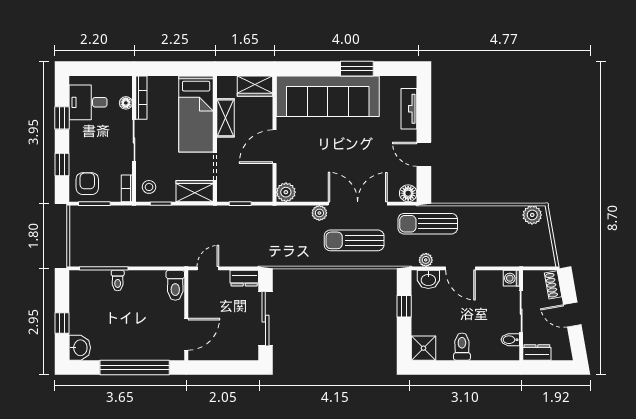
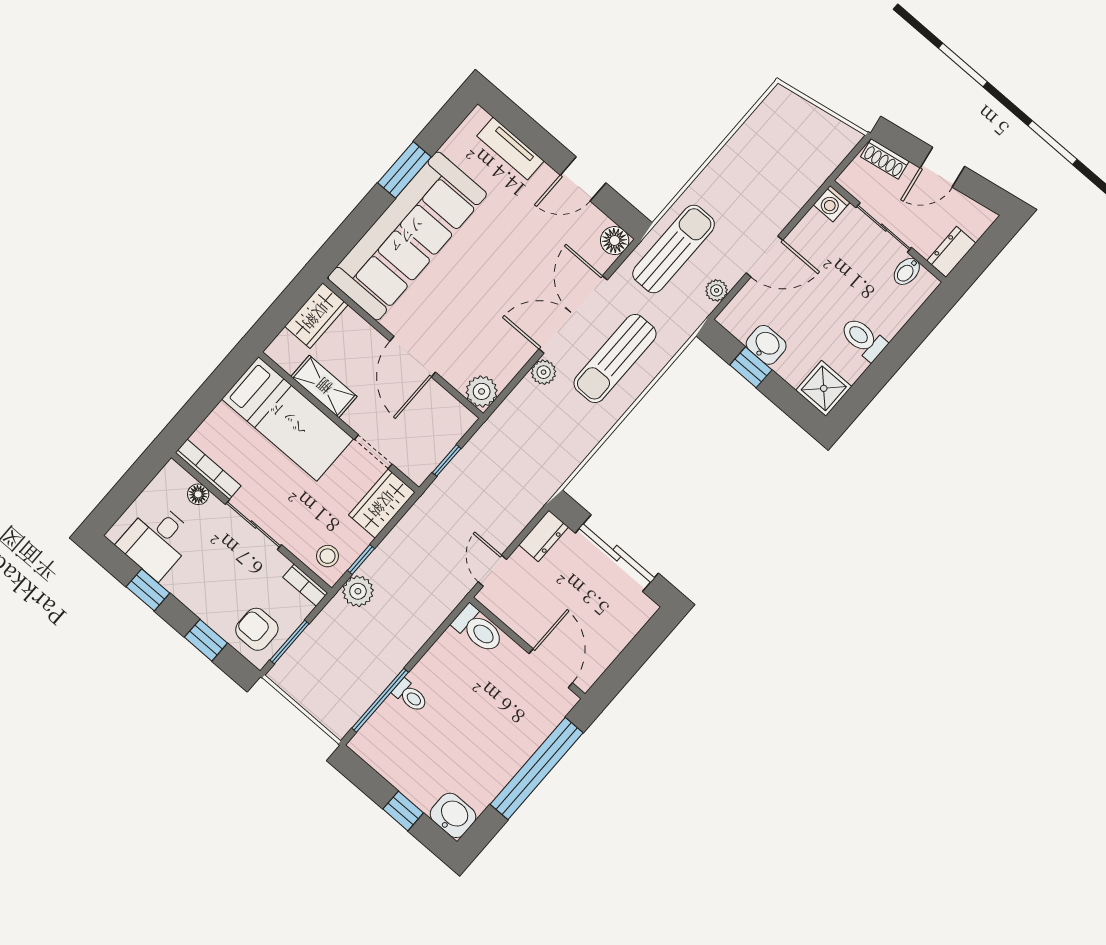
plant: (532, 215) -> (358, 591), moved
sun lounger: (428, 224) -> (674, 249), turned 180
washbasin: (428, 279) -> (766, 345), moved, turned -90

